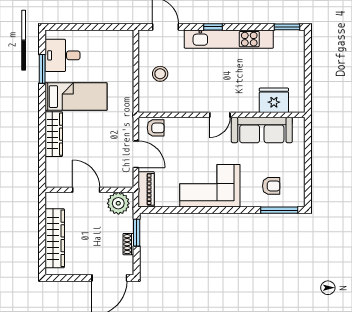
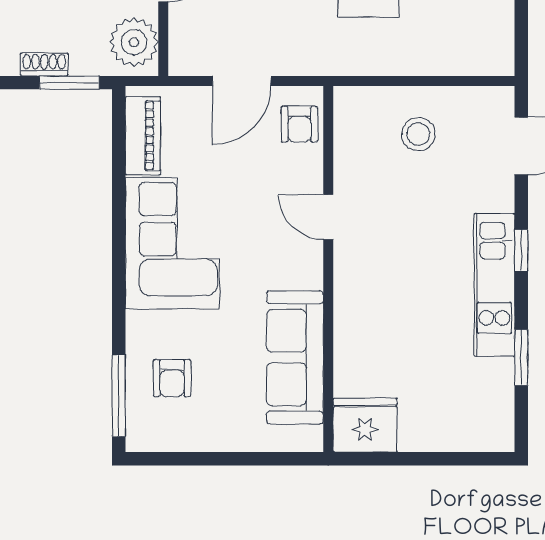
window: (287, 27) -> (521, 357), moved
kitchen unit: (229, 39) -> (494, 285), width x0.73
fridge: (274, 100) -> (365, 425), moved, turned -90
door: (220, 115) -> (328, 217), moved
piano: (146, 189) -> (143, 136), moved, turned -90

